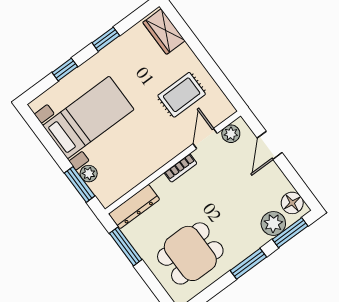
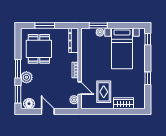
wardrobe: (164, 32) -> (123, 103), moved
window: (65, 70) -> (148, 39), moved
door: (270, 145) -> (48, 112), moved
plant: (273, 223) -> (26, 77), moved
window: (126, 246) -> (45, 26), moved

